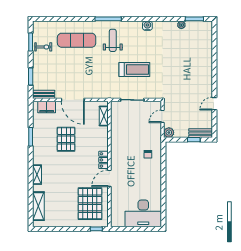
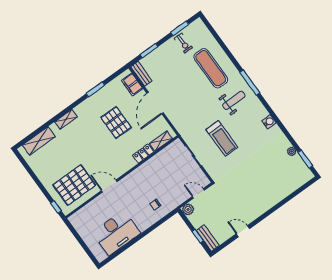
pallet: (66, 139) -> (116, 122), turned 90
locker: (104, 160) -> (143, 154), moved
desk: (143, 213) -> (116, 233), moved, turned -90

